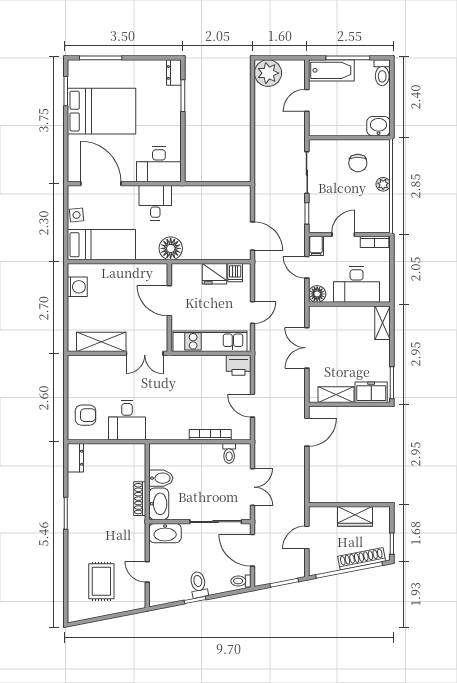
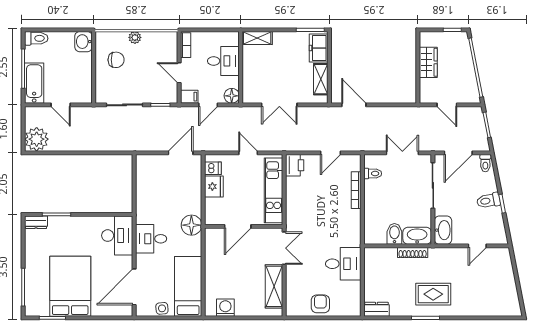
desk: (357, 285) -> (223, 61), width x0.73
armchair: (86, 415) -> (320, 304), moved
shoe rack: (362, 559) -> (466, 56), removed
rug: (101, 581) -> (433, 294), moved

